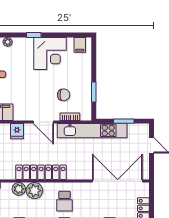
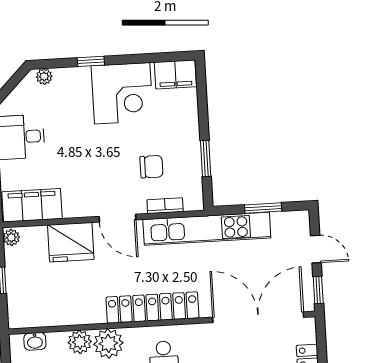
filing cabinet: (80, 45) -> (175, 74), width x2.00
fridge: (17, 131) -> (71, 242), width x1.88, depth x1.34
window: (151, 168) -> (318, 290), added
locker: (41, 172) -> (152, 307), moved

